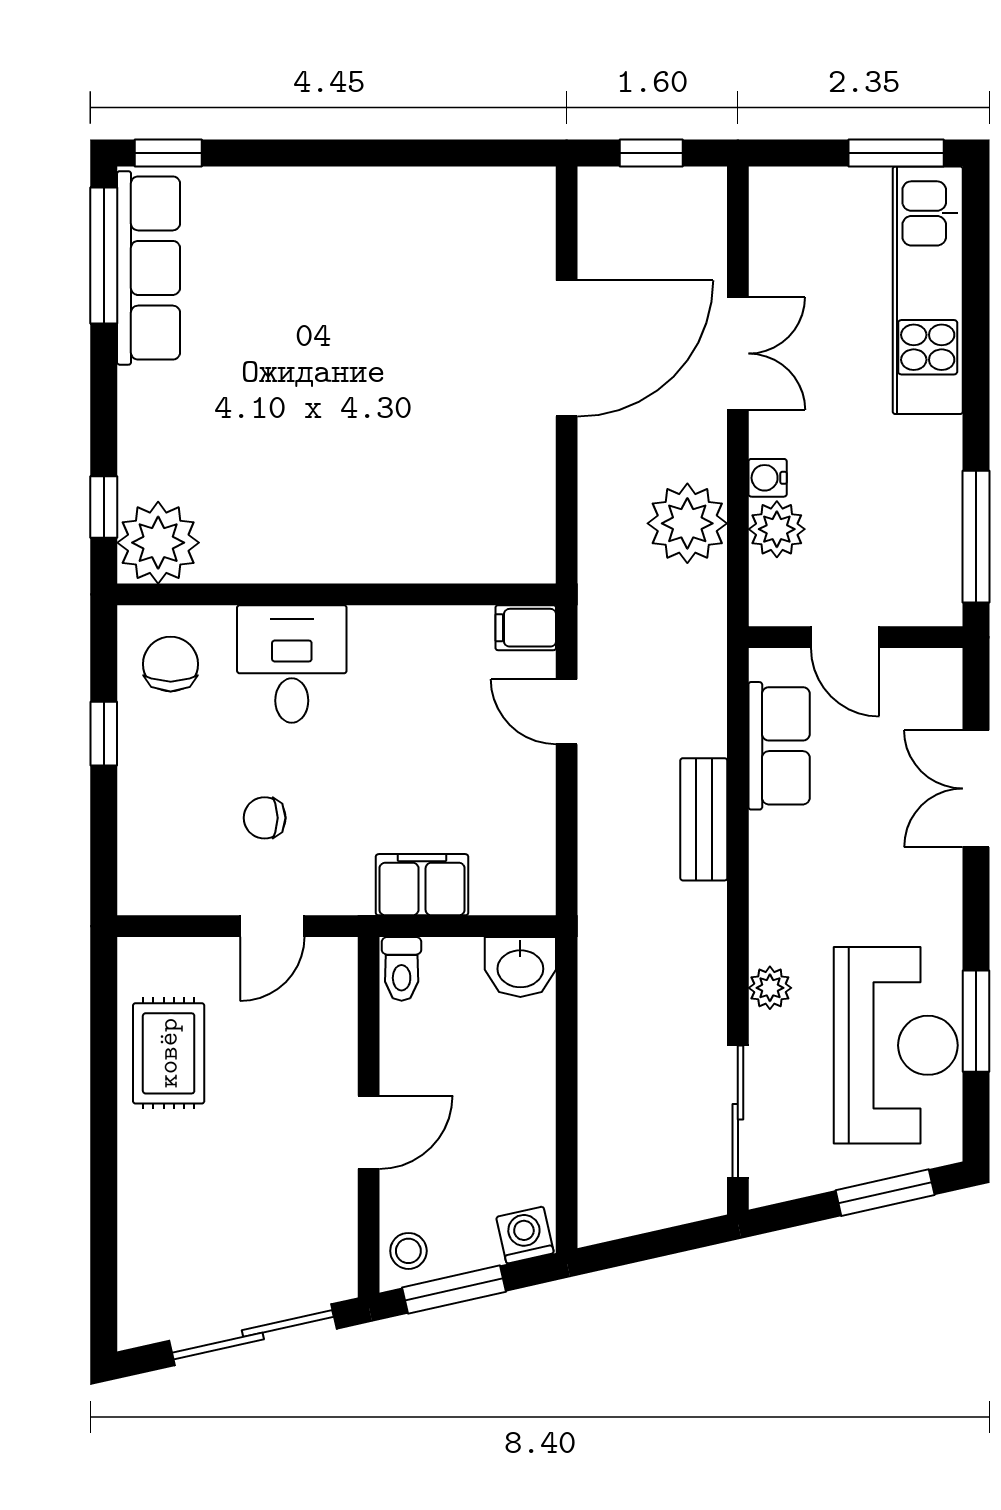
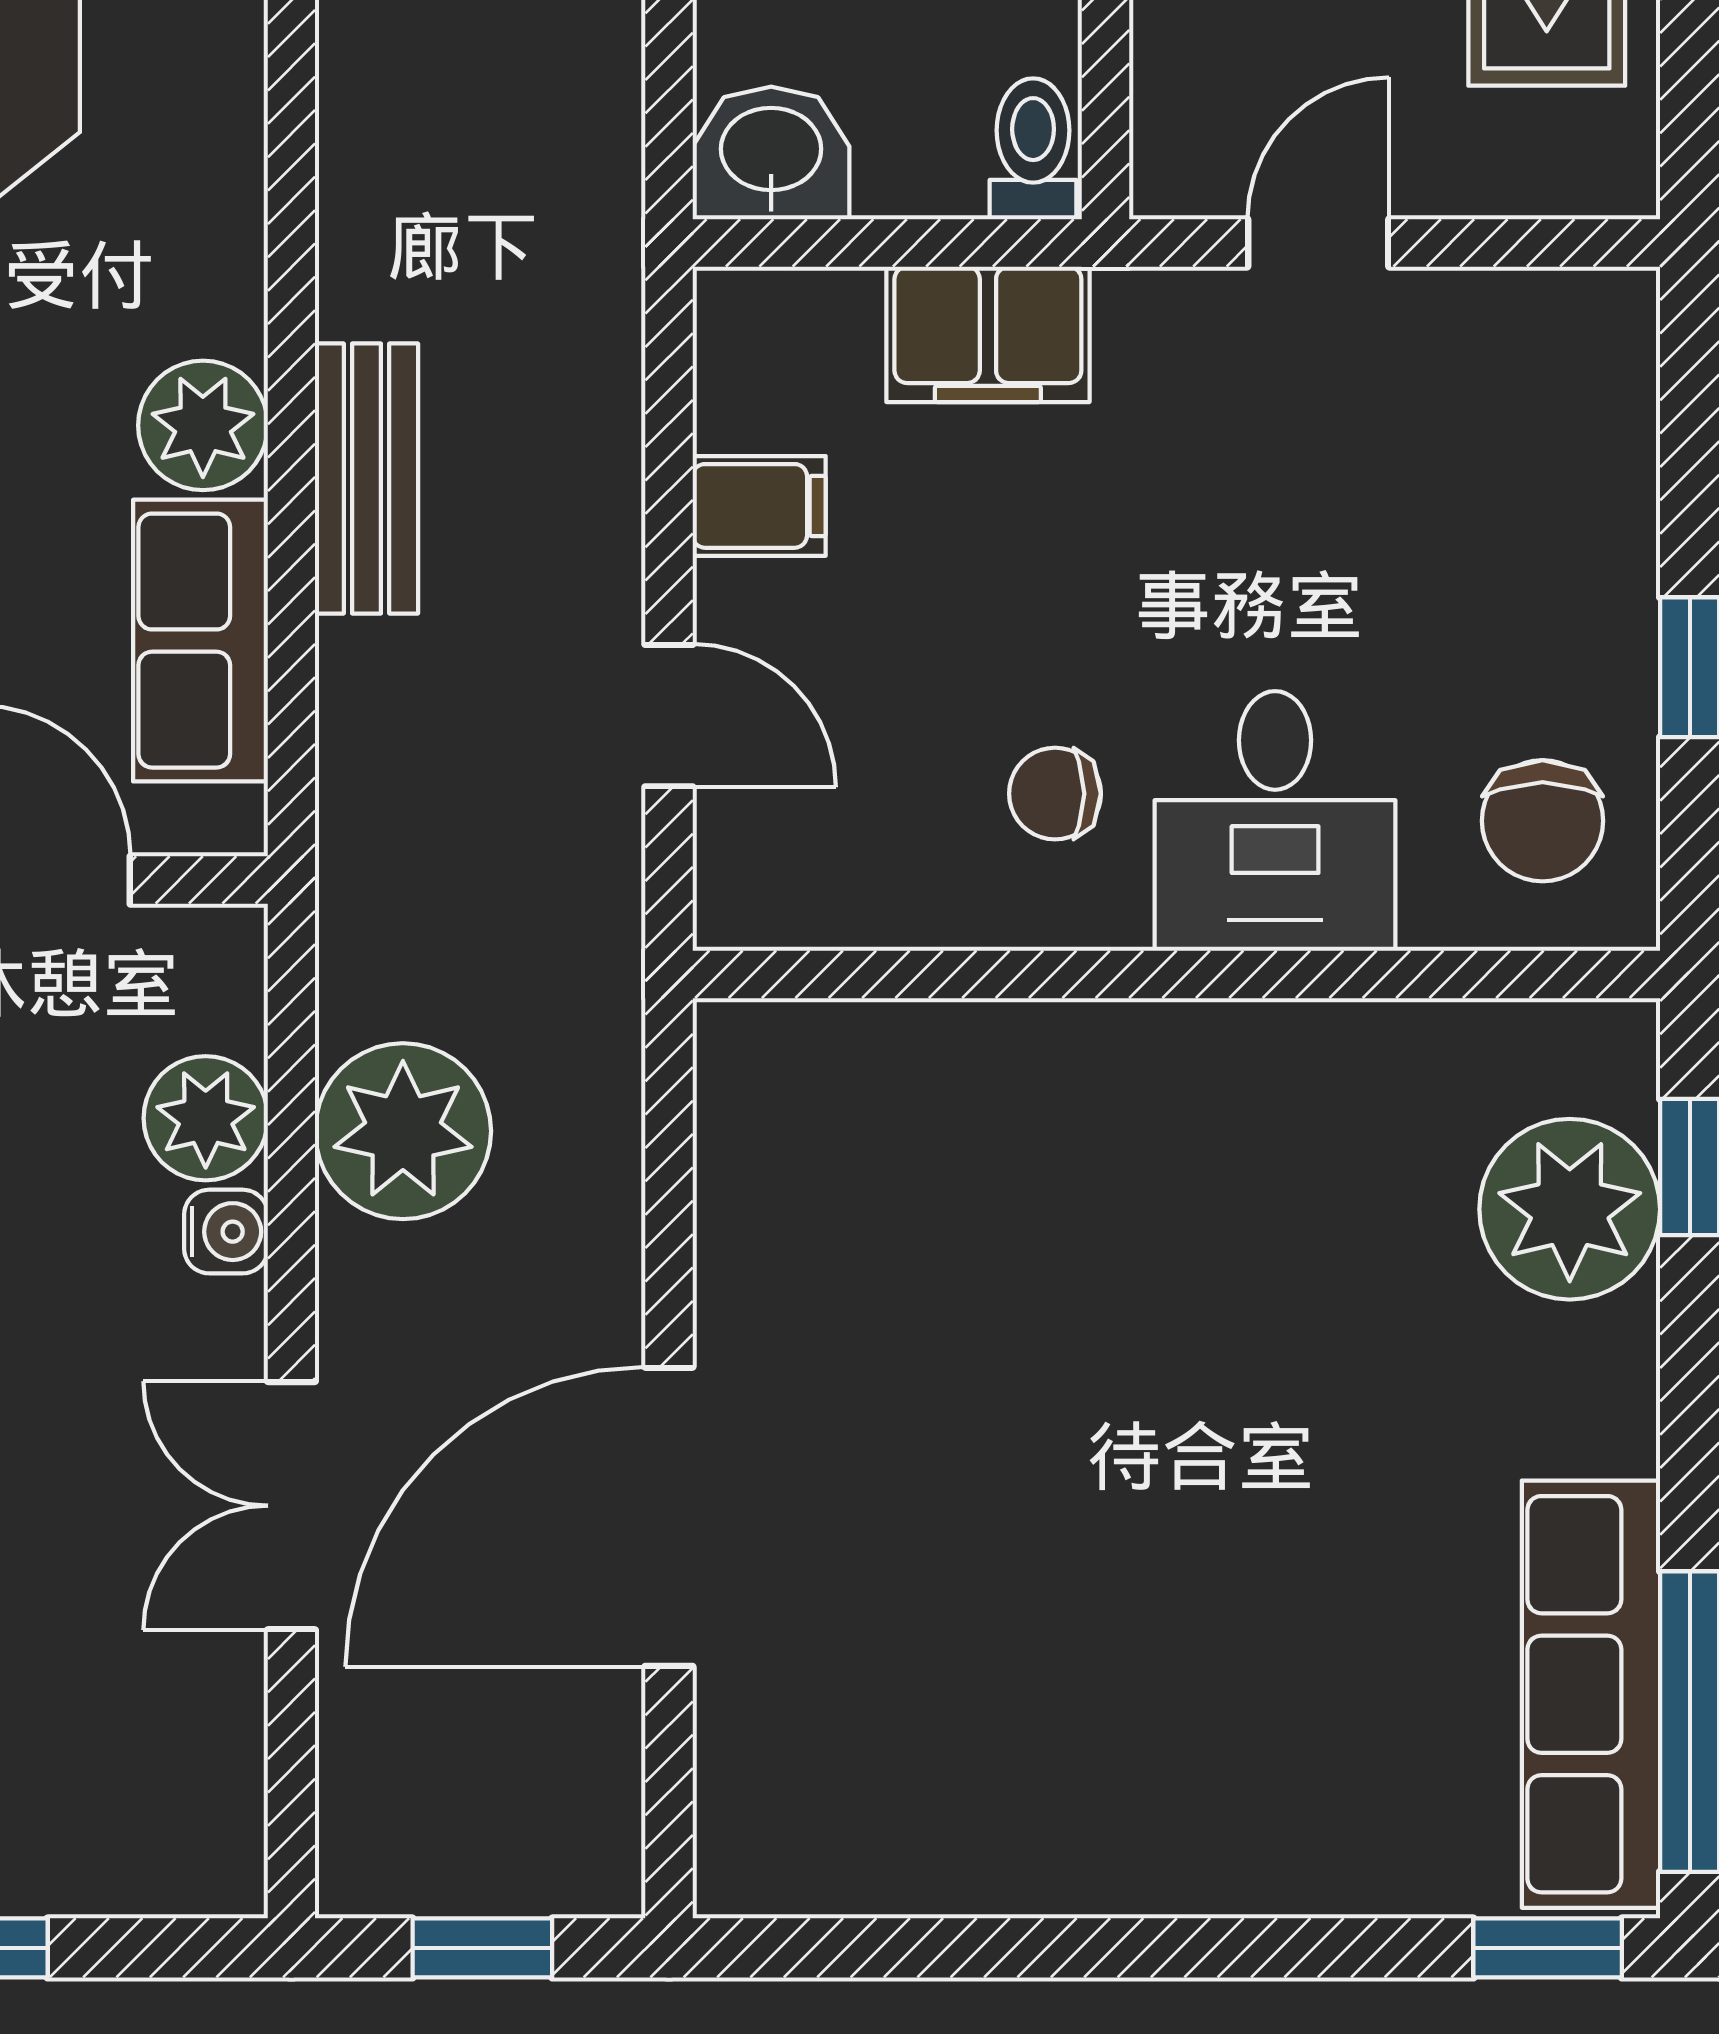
plant: (158, 543) -> (1570, 1209), moved
filing cabinet: (526, 628) -> (759, 506), moved
chair: (265, 818) -> (1055, 794), moved, turned 180
plant: (770, 988) -> (203, 425), moved, width x1.38, depth x1.38

